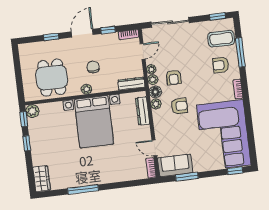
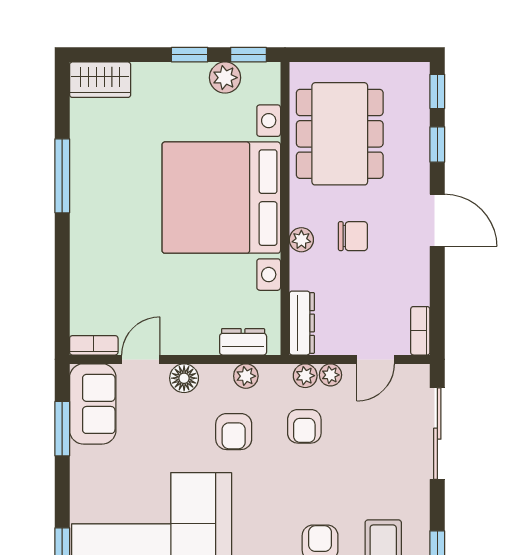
window: (108, 30) -> (437, 91), moved
door: (143, 51) -> (376, 359), hinge flipped
armchair: (174, 77) -> (304, 426), turned -90
dining table: (52, 78) -> (340, 134), width x1.38
plant: (86, 89) -> (301, 240), moved
floor lamp: (155, 92) -> (184, 378), moved
plant: (32, 111) -> (225, 78), moved
dresser: (143, 111) -> (243, 342), width x0.70
bed with nightstands: (94, 122) -> (221, 198), width x1.36

